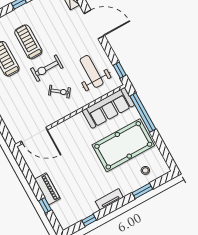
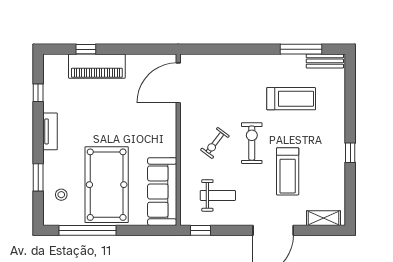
treadmill: (28, 42) -> (288, 171), moved, turned 90
weight bench: (92, 71) -> (218, 195), width x0.73, depth x0.75
window: (143, 112) -> (88, 230), moved
piano: (47, 189) -> (97, 66), width x1.37, depth x1.33

